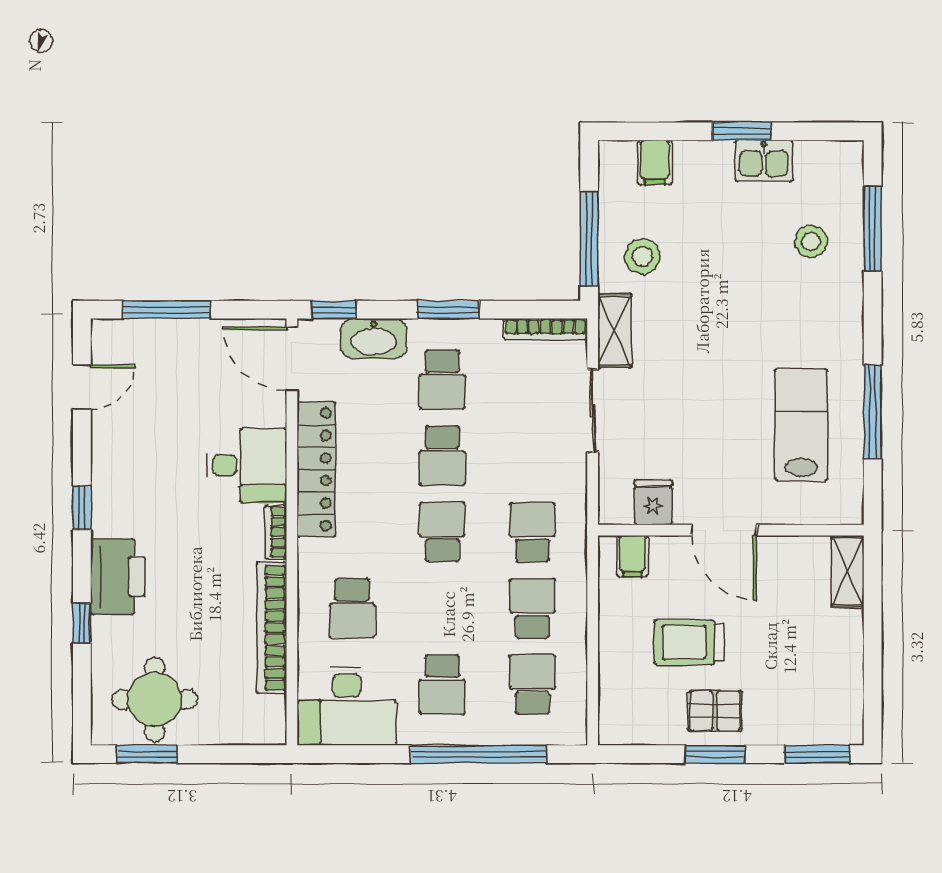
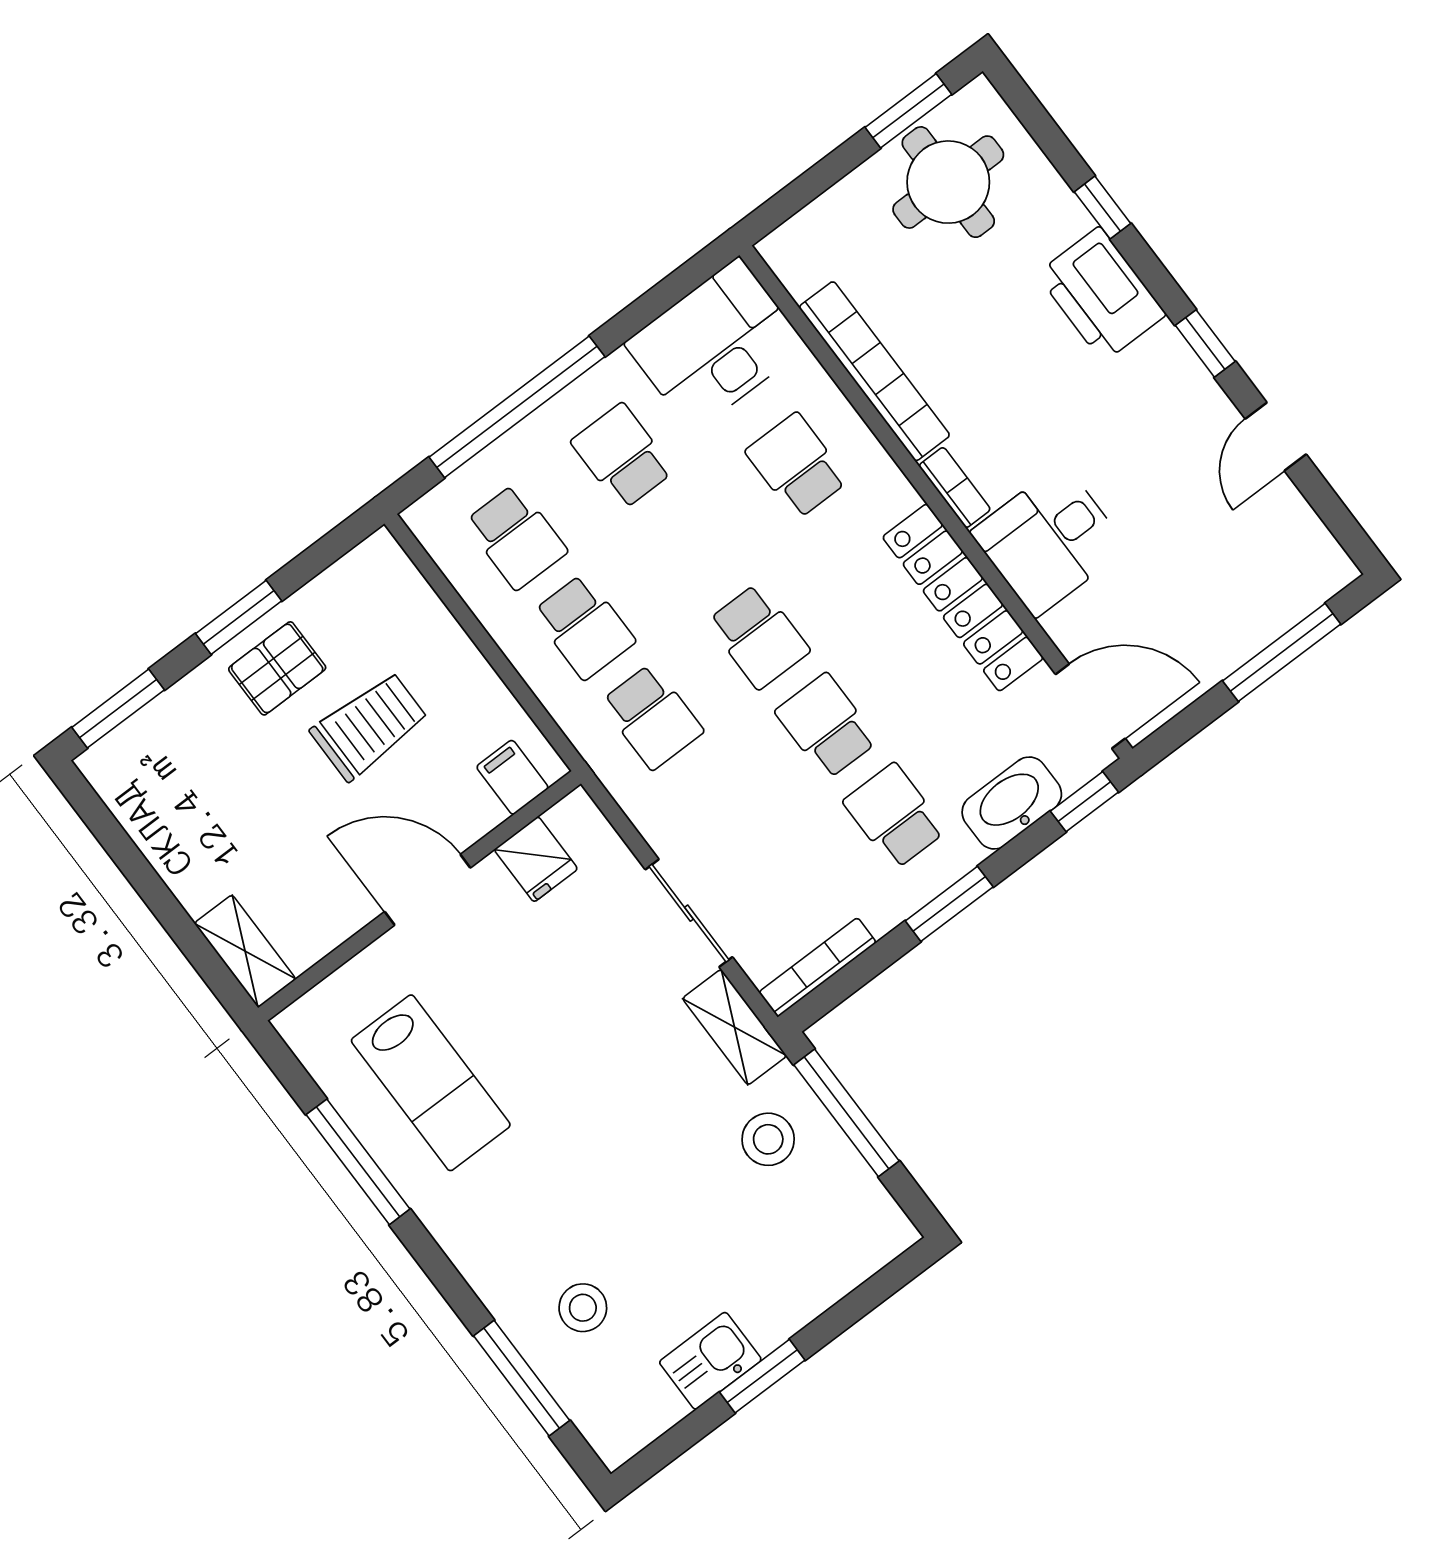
filing cabinet: (655, 162) -> (837, 1262), removed
door: (82, 387) -> (1276, 437), moved

